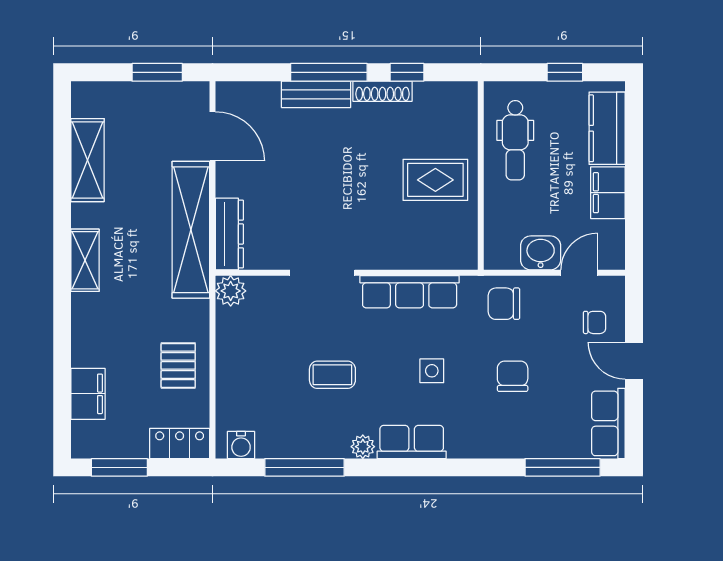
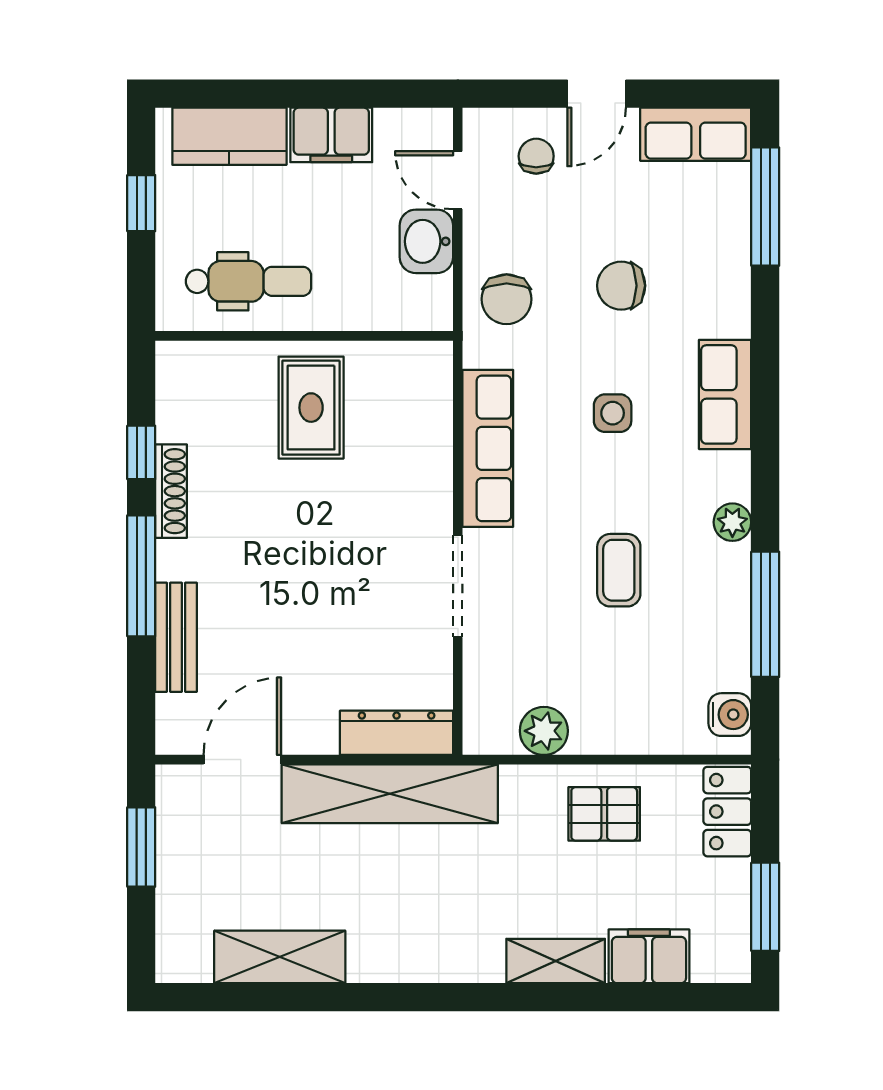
bench: (316, 94) -> (176, 637), moved
shelving: (85, 260) -> (556, 961), moved
plant: (231, 291) -> (544, 731), moved
row of seats: (412, 442) -> (725, 394), moved

